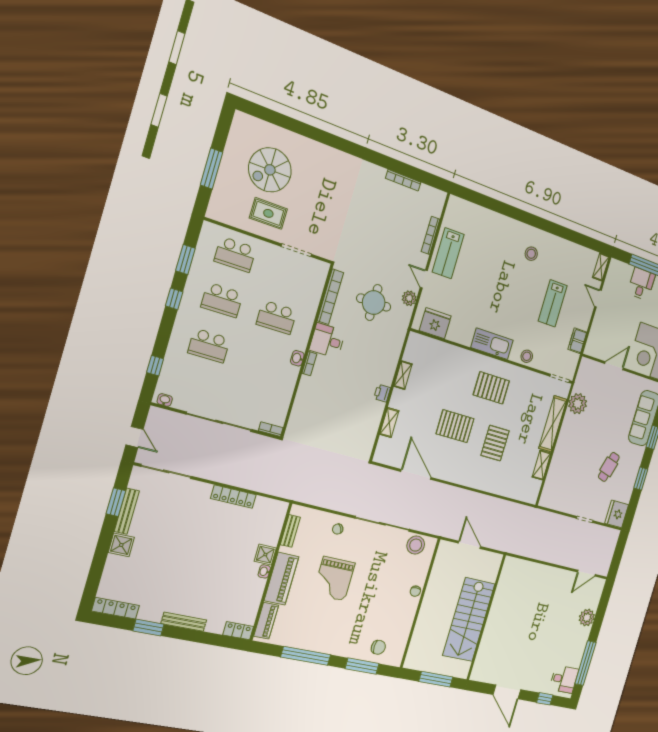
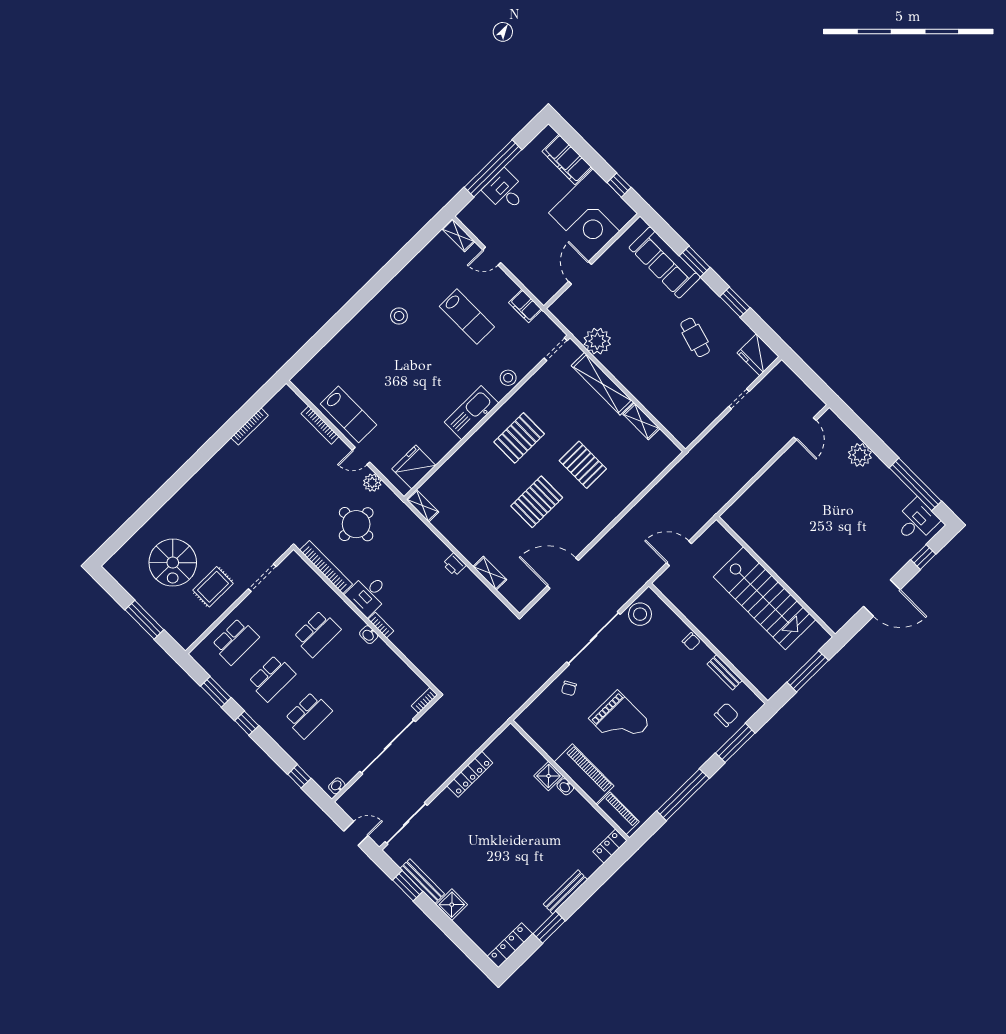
shelving: (403, 375) -> (423, 506), moved
bench: (290, 531) -> (725, 672), moved

